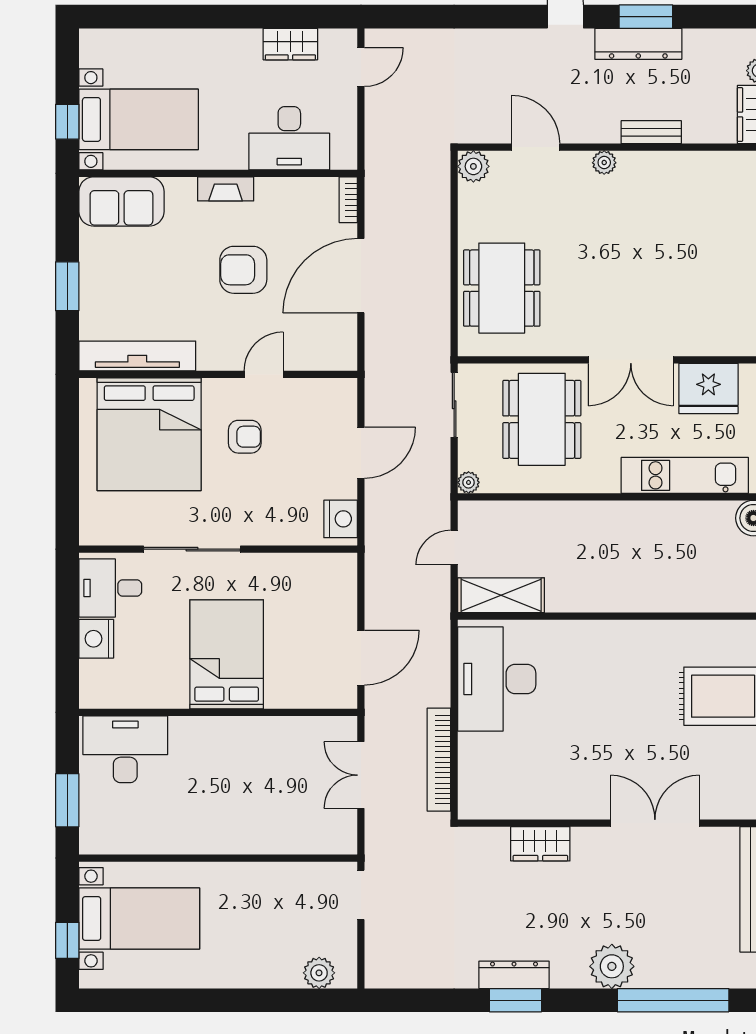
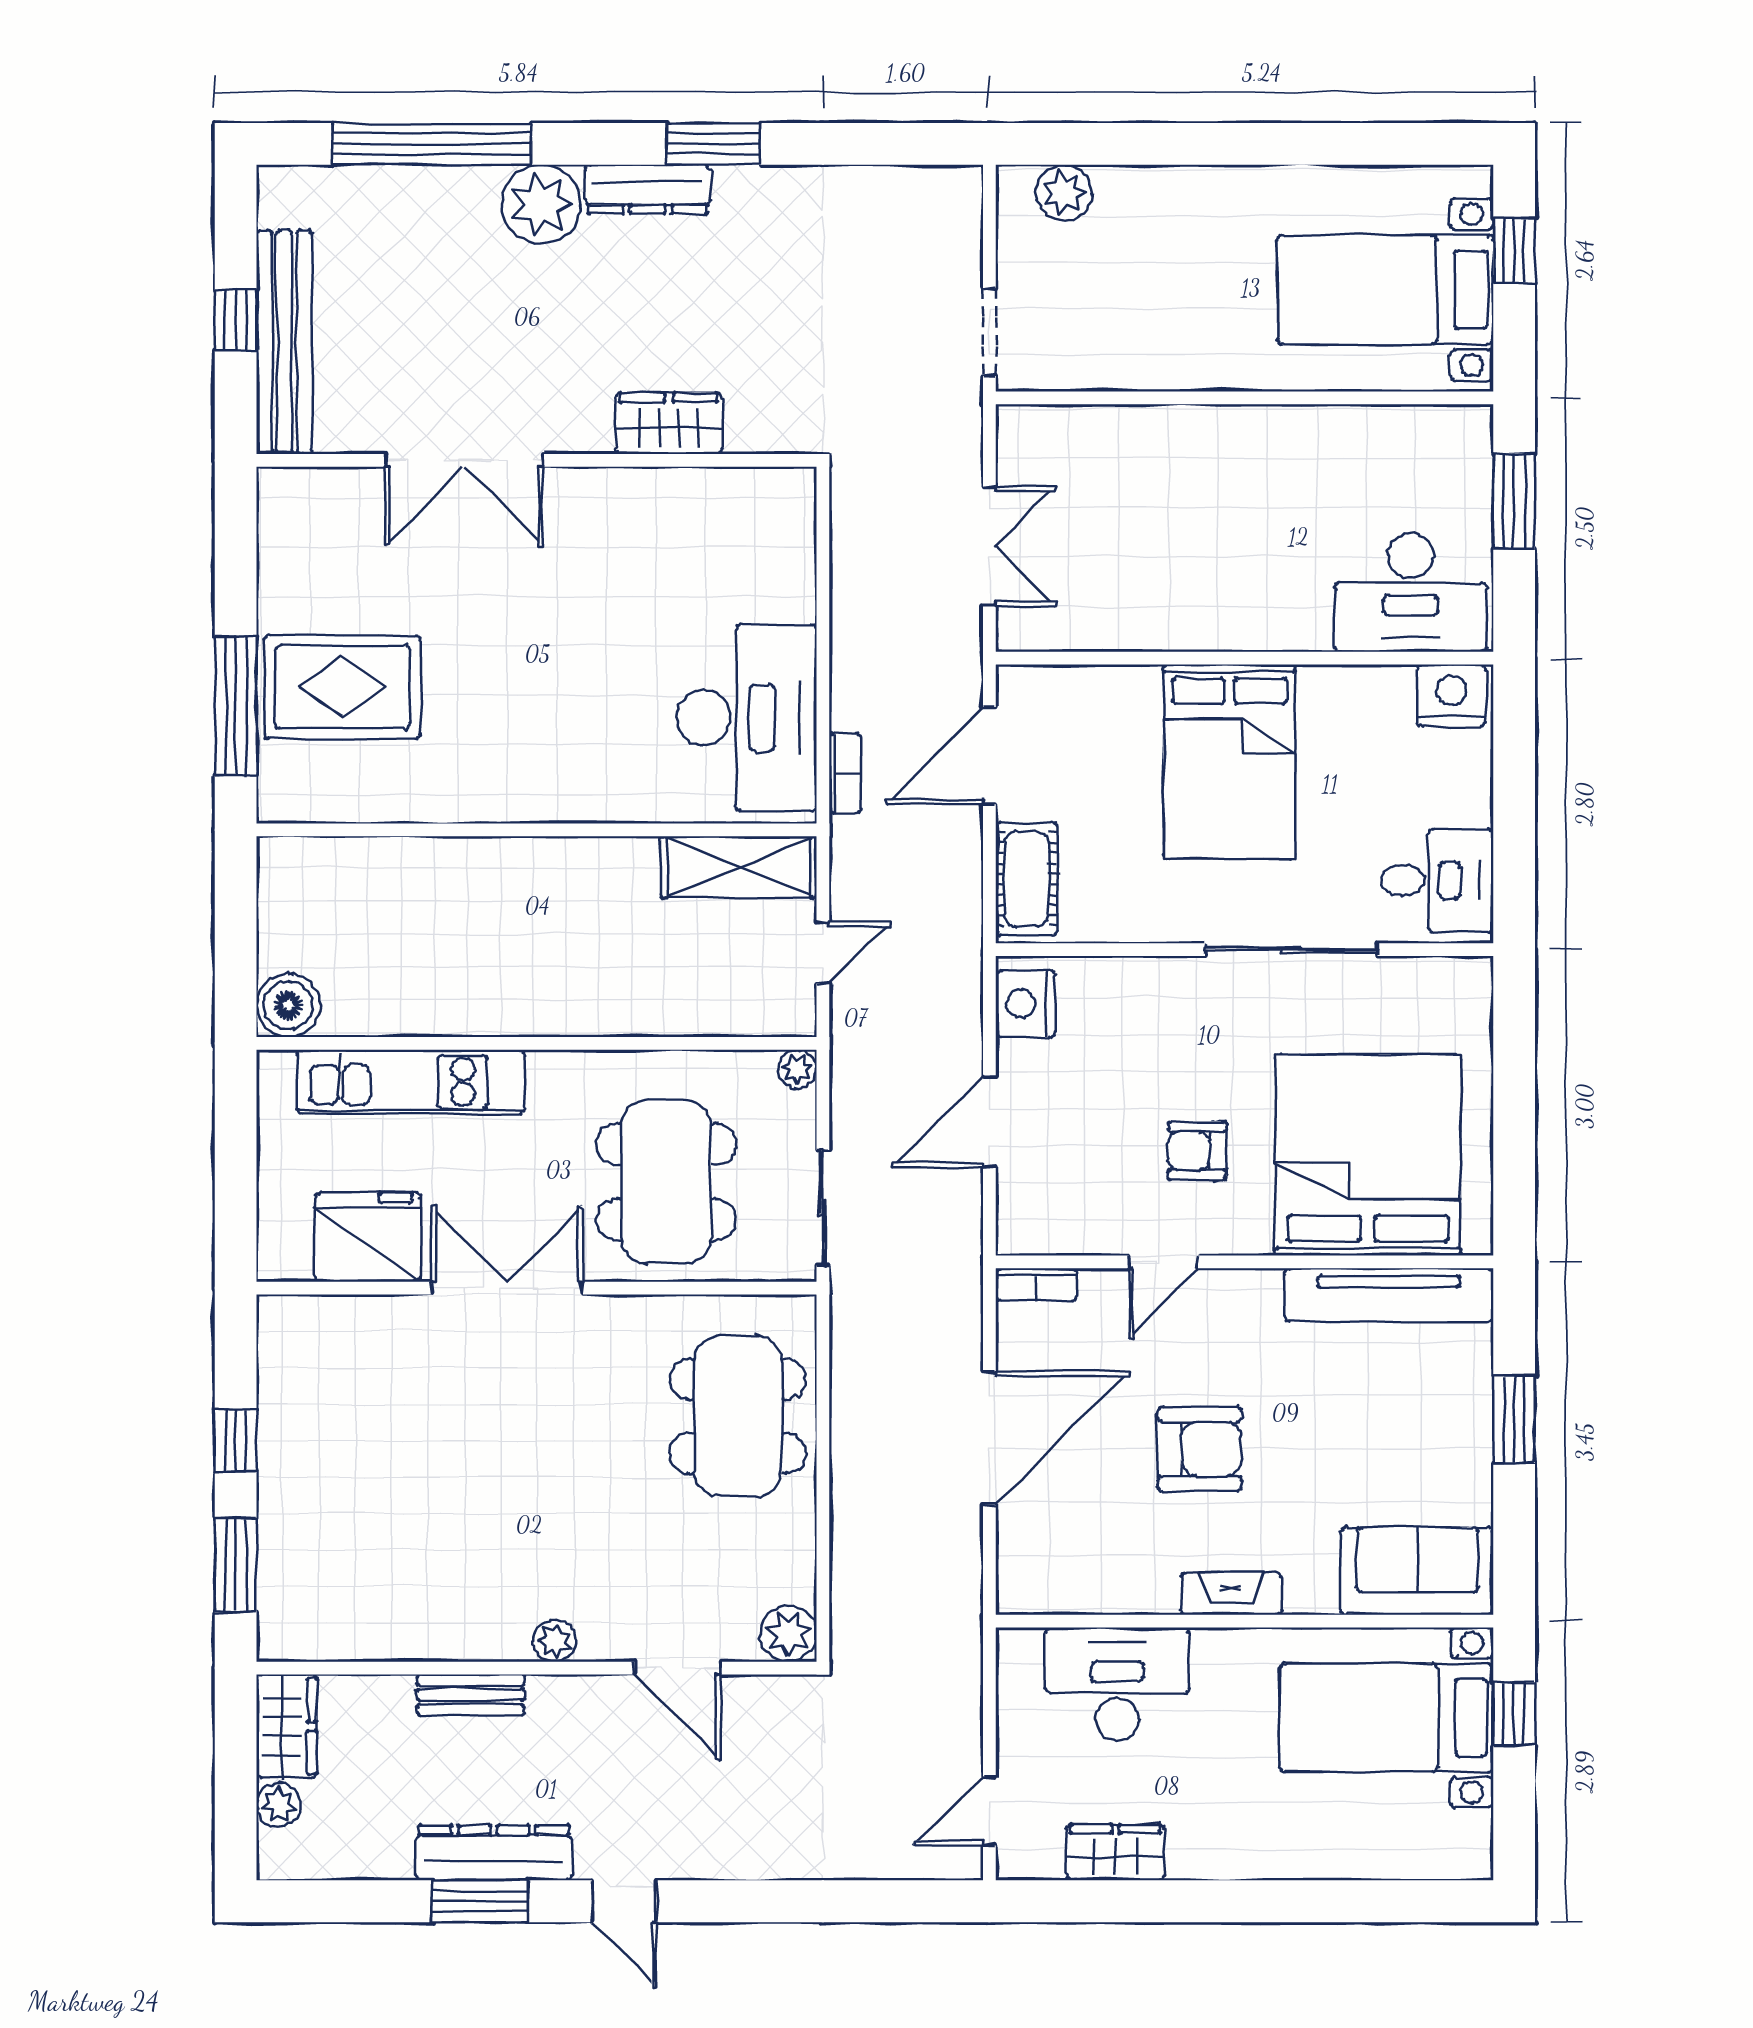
bookcase: (348, 200) -> (1036, 1285), moved, turned 90
cot: (340, 589) -> (1027, 879), added
nightstand: (96, 639) -> (1452, 695), moved, turned -90
bookcase: (439, 760) -> (845, 773), moved, width x0.43, depth x0.76
dresser: (514, 975) -> (648, 189), moved

